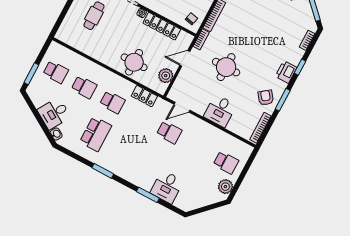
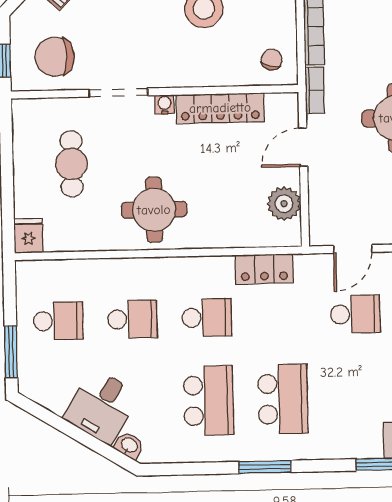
fridge: (63, 34) -> (28, 236), added
round table: (134, 62) -> (154, 210), moved
school desk: (124, 149) -> (283, 399), added

